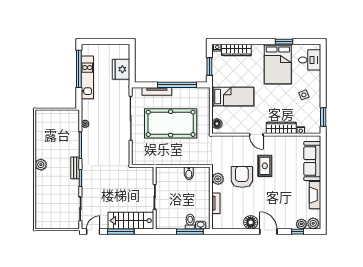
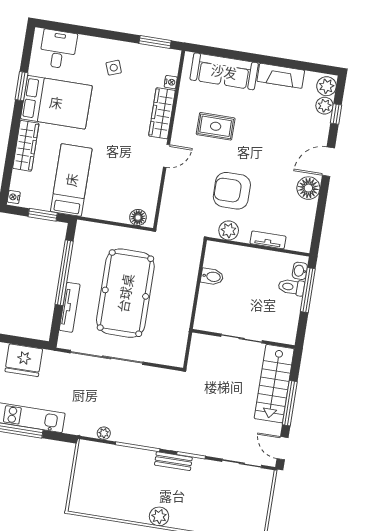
wardrobe: (236, 50) -> (26, 146), moved
bed: (233, 97) -> (71, 180), moved
rug: (265, 166) -> (216, 126), moved

